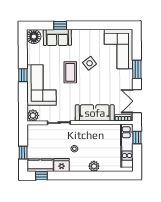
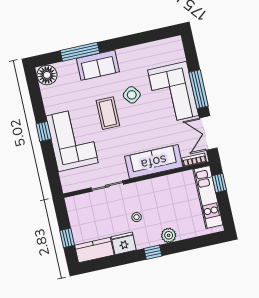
window: (60, 25) -> (80, 52), width x2.17
sofa: (57, 38) -> (98, 65), moved
corner sofa: (119, 49) -> (173, 93), moved
window: (137, 69) -> (199, 89), width x1.44
plant: (33, 115) -> (69, 184), removed
window: (41, 176) -> (153, 252), moved

